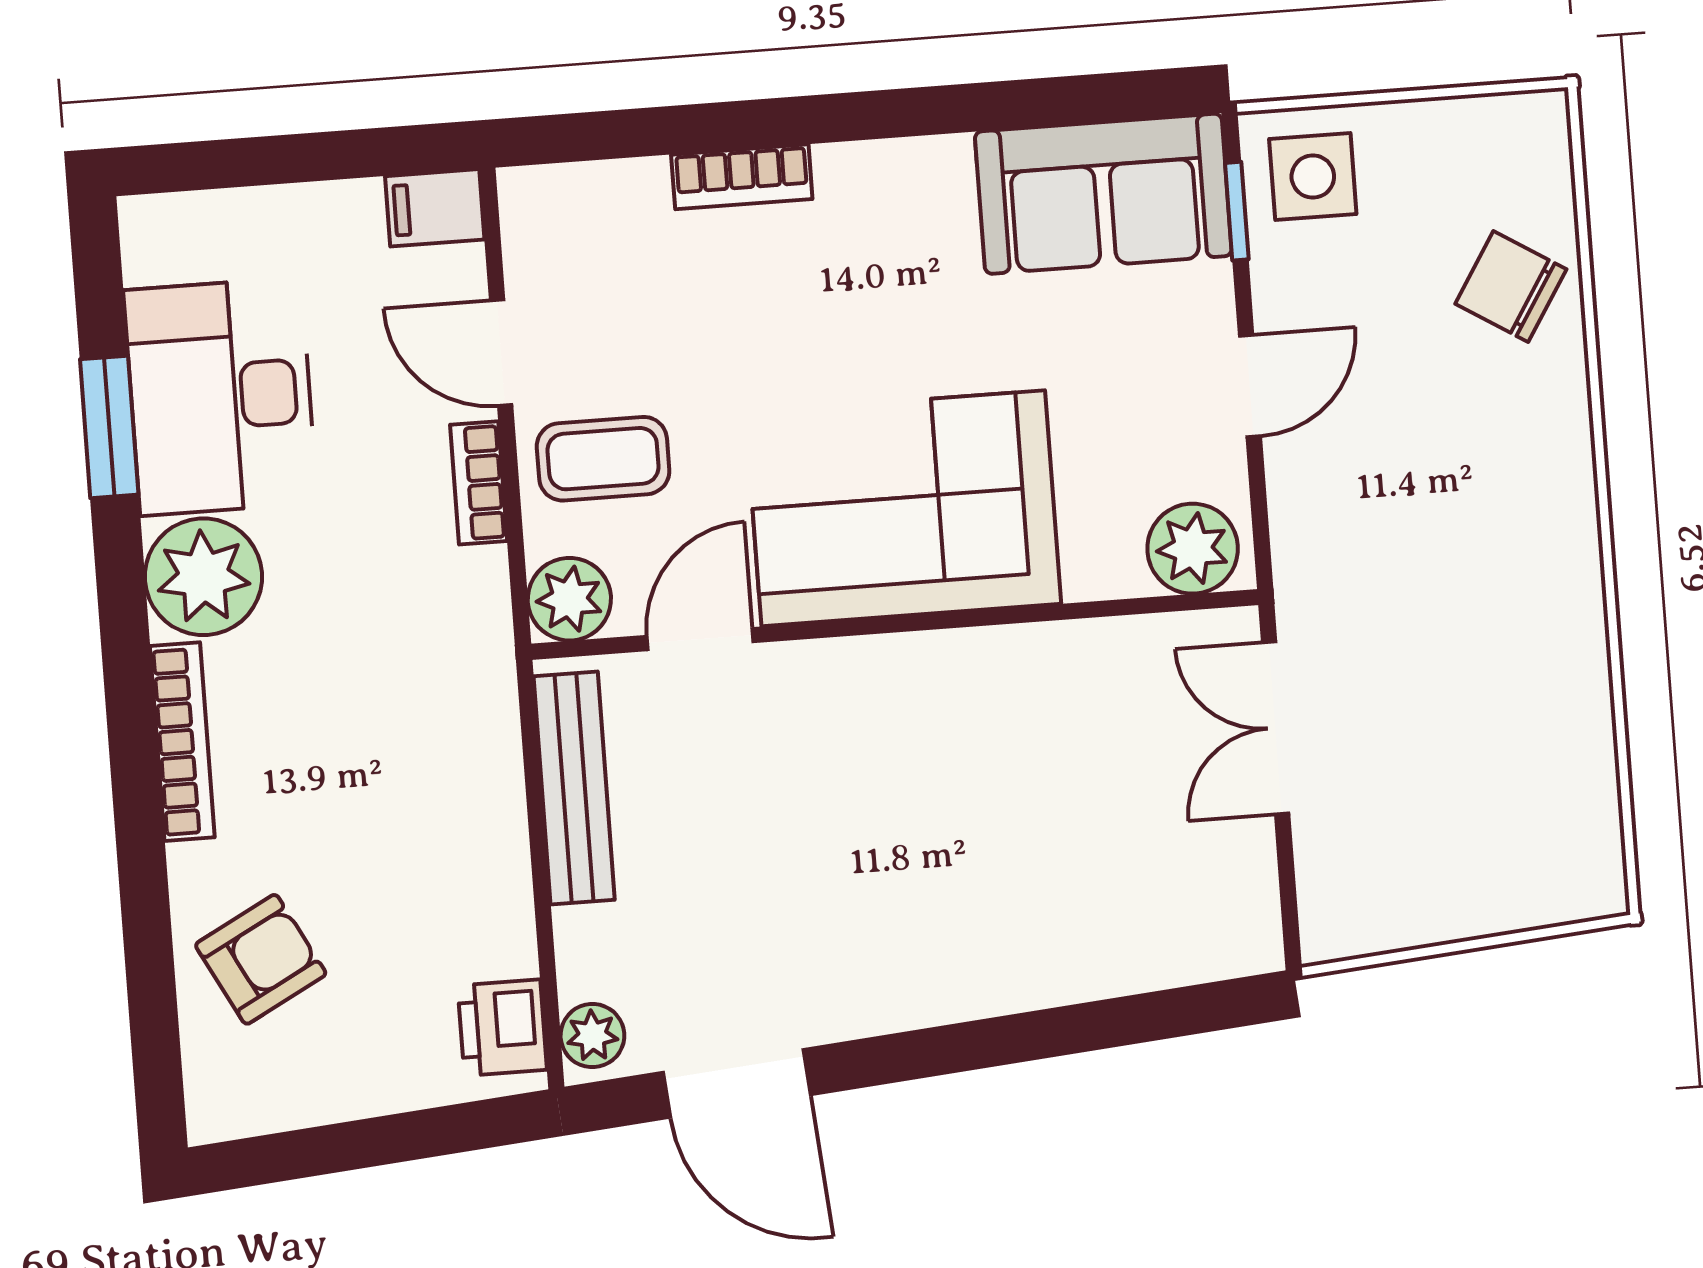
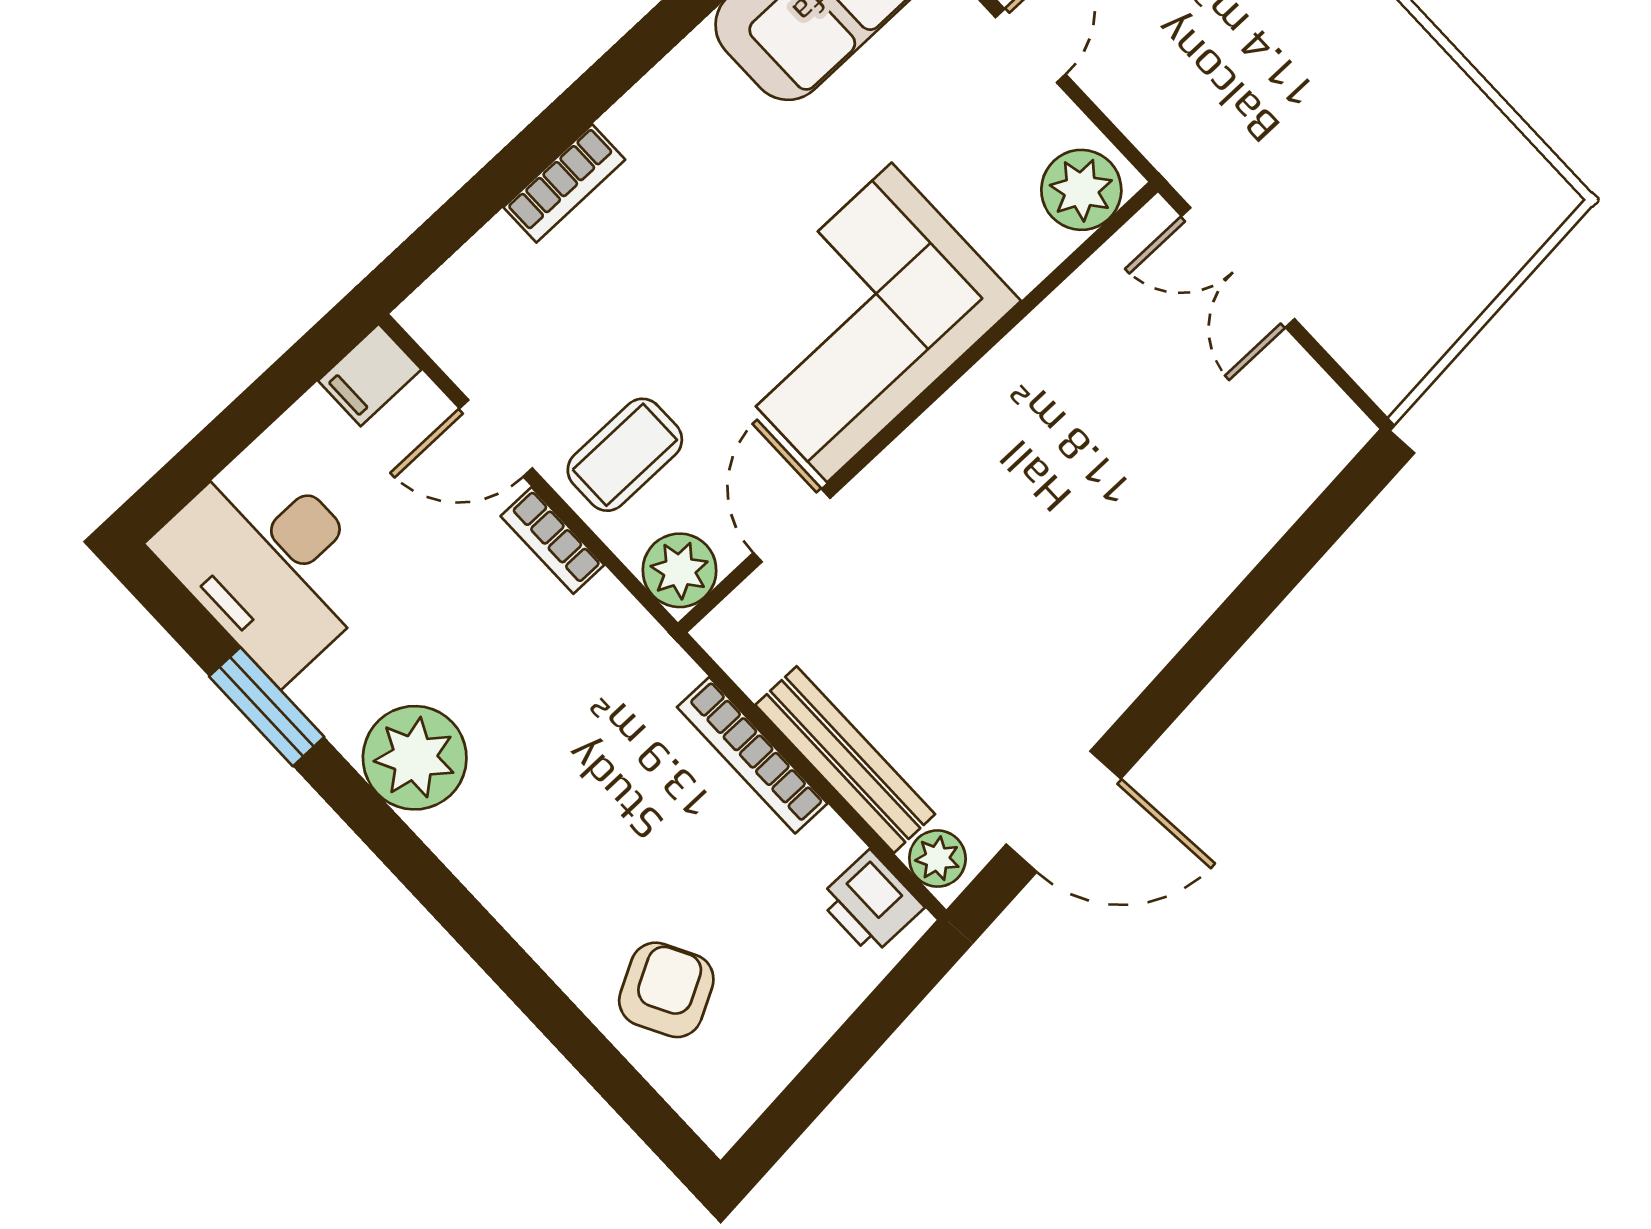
desk: (221, 397) -> (270, 563), moved
bookcase: (182, 742) -> (752, 755), moved, turned 180
bench: (574, 788) -> (845, 760), moved

